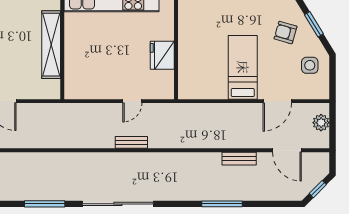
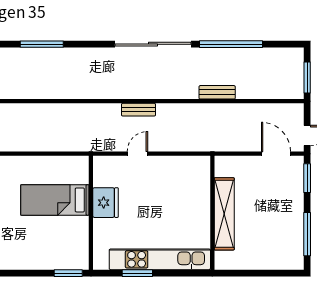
bed: (243, 67) -> (55, 200), moved, turned 90
bench: (239, 159) -> (217, 92), moved
window: (45, 204) -> (231, 44), width x1.46

